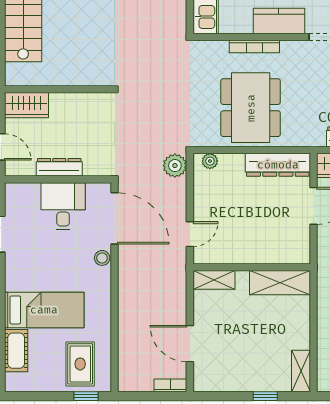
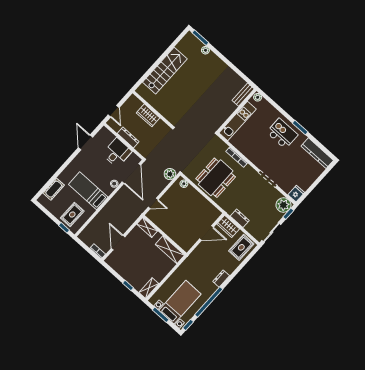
kitchen counter: (279, 21) -> (254, 156), removed
wardrobe: (26, 105) -> (148, 115), moved
dresser: (278, 165) -> (207, 207), removed
bed: (44, 310) -> (88, 191), moved, turned 180

